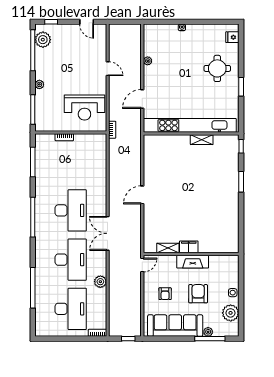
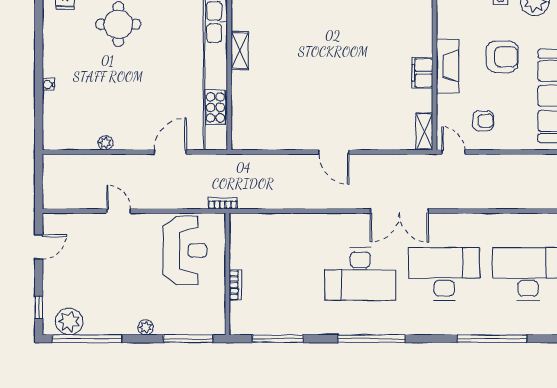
door: (108, 69) -> (119, 211), hinge flipped
door: (142, 99) -> (170, 152), swing flipped
desk: (71, 210) -> (360, 274), turned 180
shelving: (168, 248) -> (424, 131), moved
plant: (100, 282) -> (482, 223), removed
armchair: (165, 294) -> (483, 121), moved
armchair: (198, 294) -> (502, 57), turned 180

